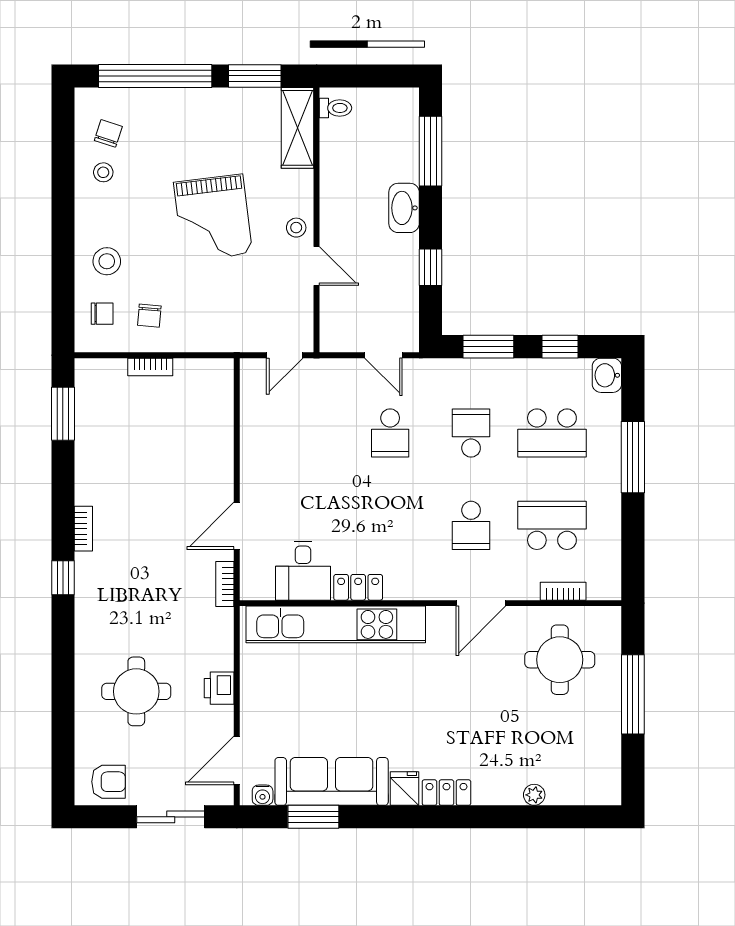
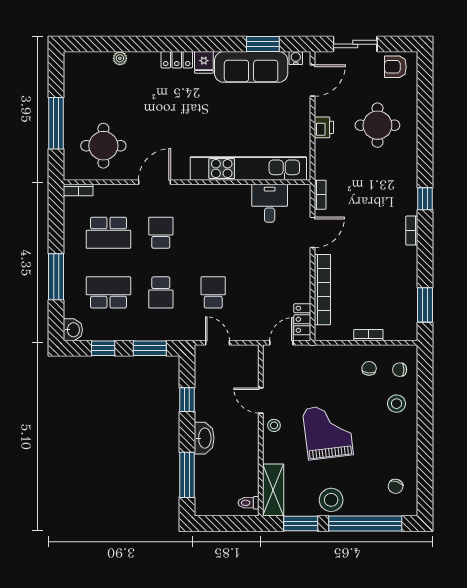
stool: (103, 172) -> (331, 500), moved, width x1.89, depth x1.89
bookcase: (222, 437) -> (322, 290), added
locker: (358, 587) -> (302, 319), moved, turned 90
bookcase: (563, 591) -> (78, 190), moved

